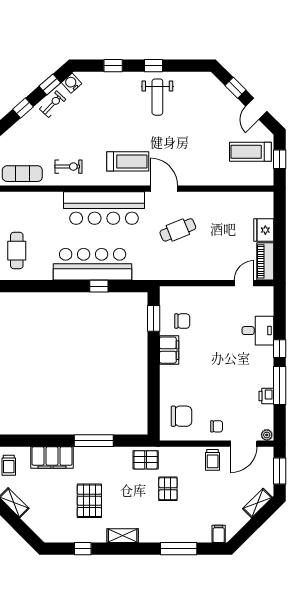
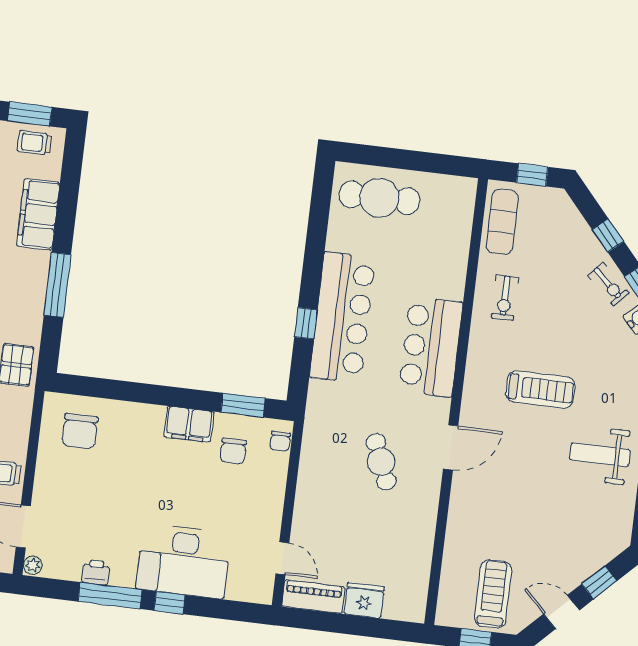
treadmill: (128, 161) -> (540, 389), moved, turned -90
bar counter: (104, 208) -> (431, 347), width x0.73
cafe table: (17, 251) -> (379, 198), width x1.37, depth x1.35
desk: (258, 331) -> (183, 561), width x1.87, depth x1.30
chair: (217, 426) -> (280, 441), moved

